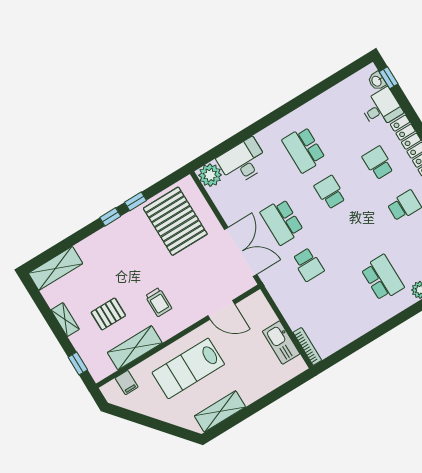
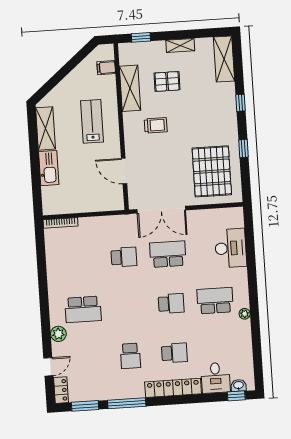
plant: (210, 175) -> (245, 314), moved, width x0.53, depth x0.53
window: (110, 217) -> (240, 103), moved
pallet: (175, 221) -> (212, 171), turned 90
school desk: (308, 265) -> (124, 257), turned 180
trolley: (158, 302) -> (156, 125), turned 180
door: (221, 310) -> (124, 171), hinge flipped
pallet: (108, 314) -> (167, 81), turned 90
kitchen sink: (281, 343) -> (49, 168), moved, turned 90
lab bench: (188, 368) -> (92, 121), width x0.73, depth x0.72

